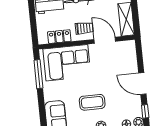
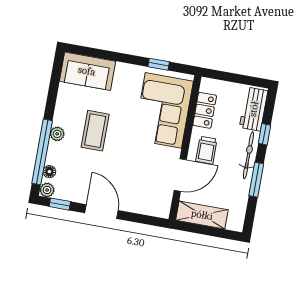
window: (38, 74) -> (159, 64), width x0.46
door: (142, 84) -> (101, 212), hinge flipped

